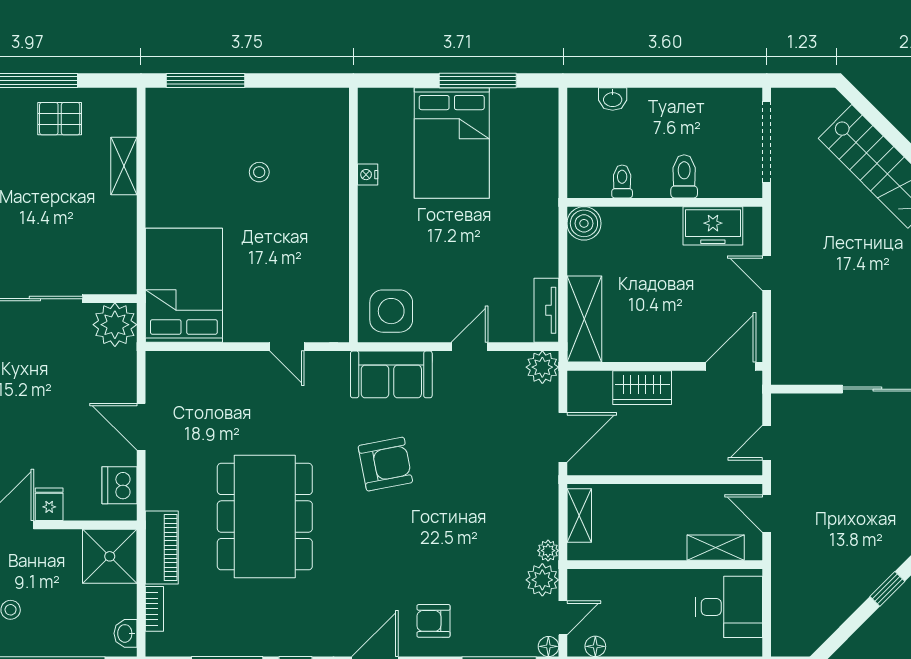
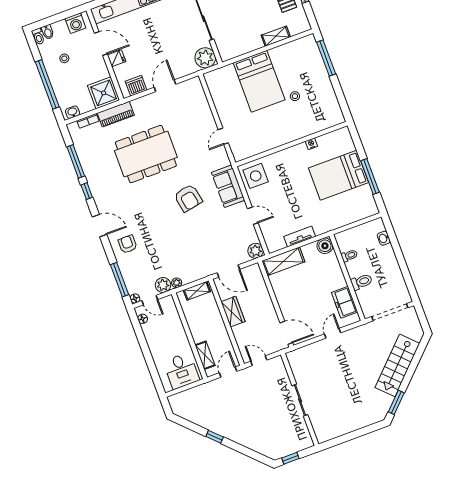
bed: (184, 285) -> (259, 81), moved, turned 90
tv unit: (546, 310) -> (300, 237), moved
wardrobe: (642, 388) -> (233, 312), moved, turned 180

